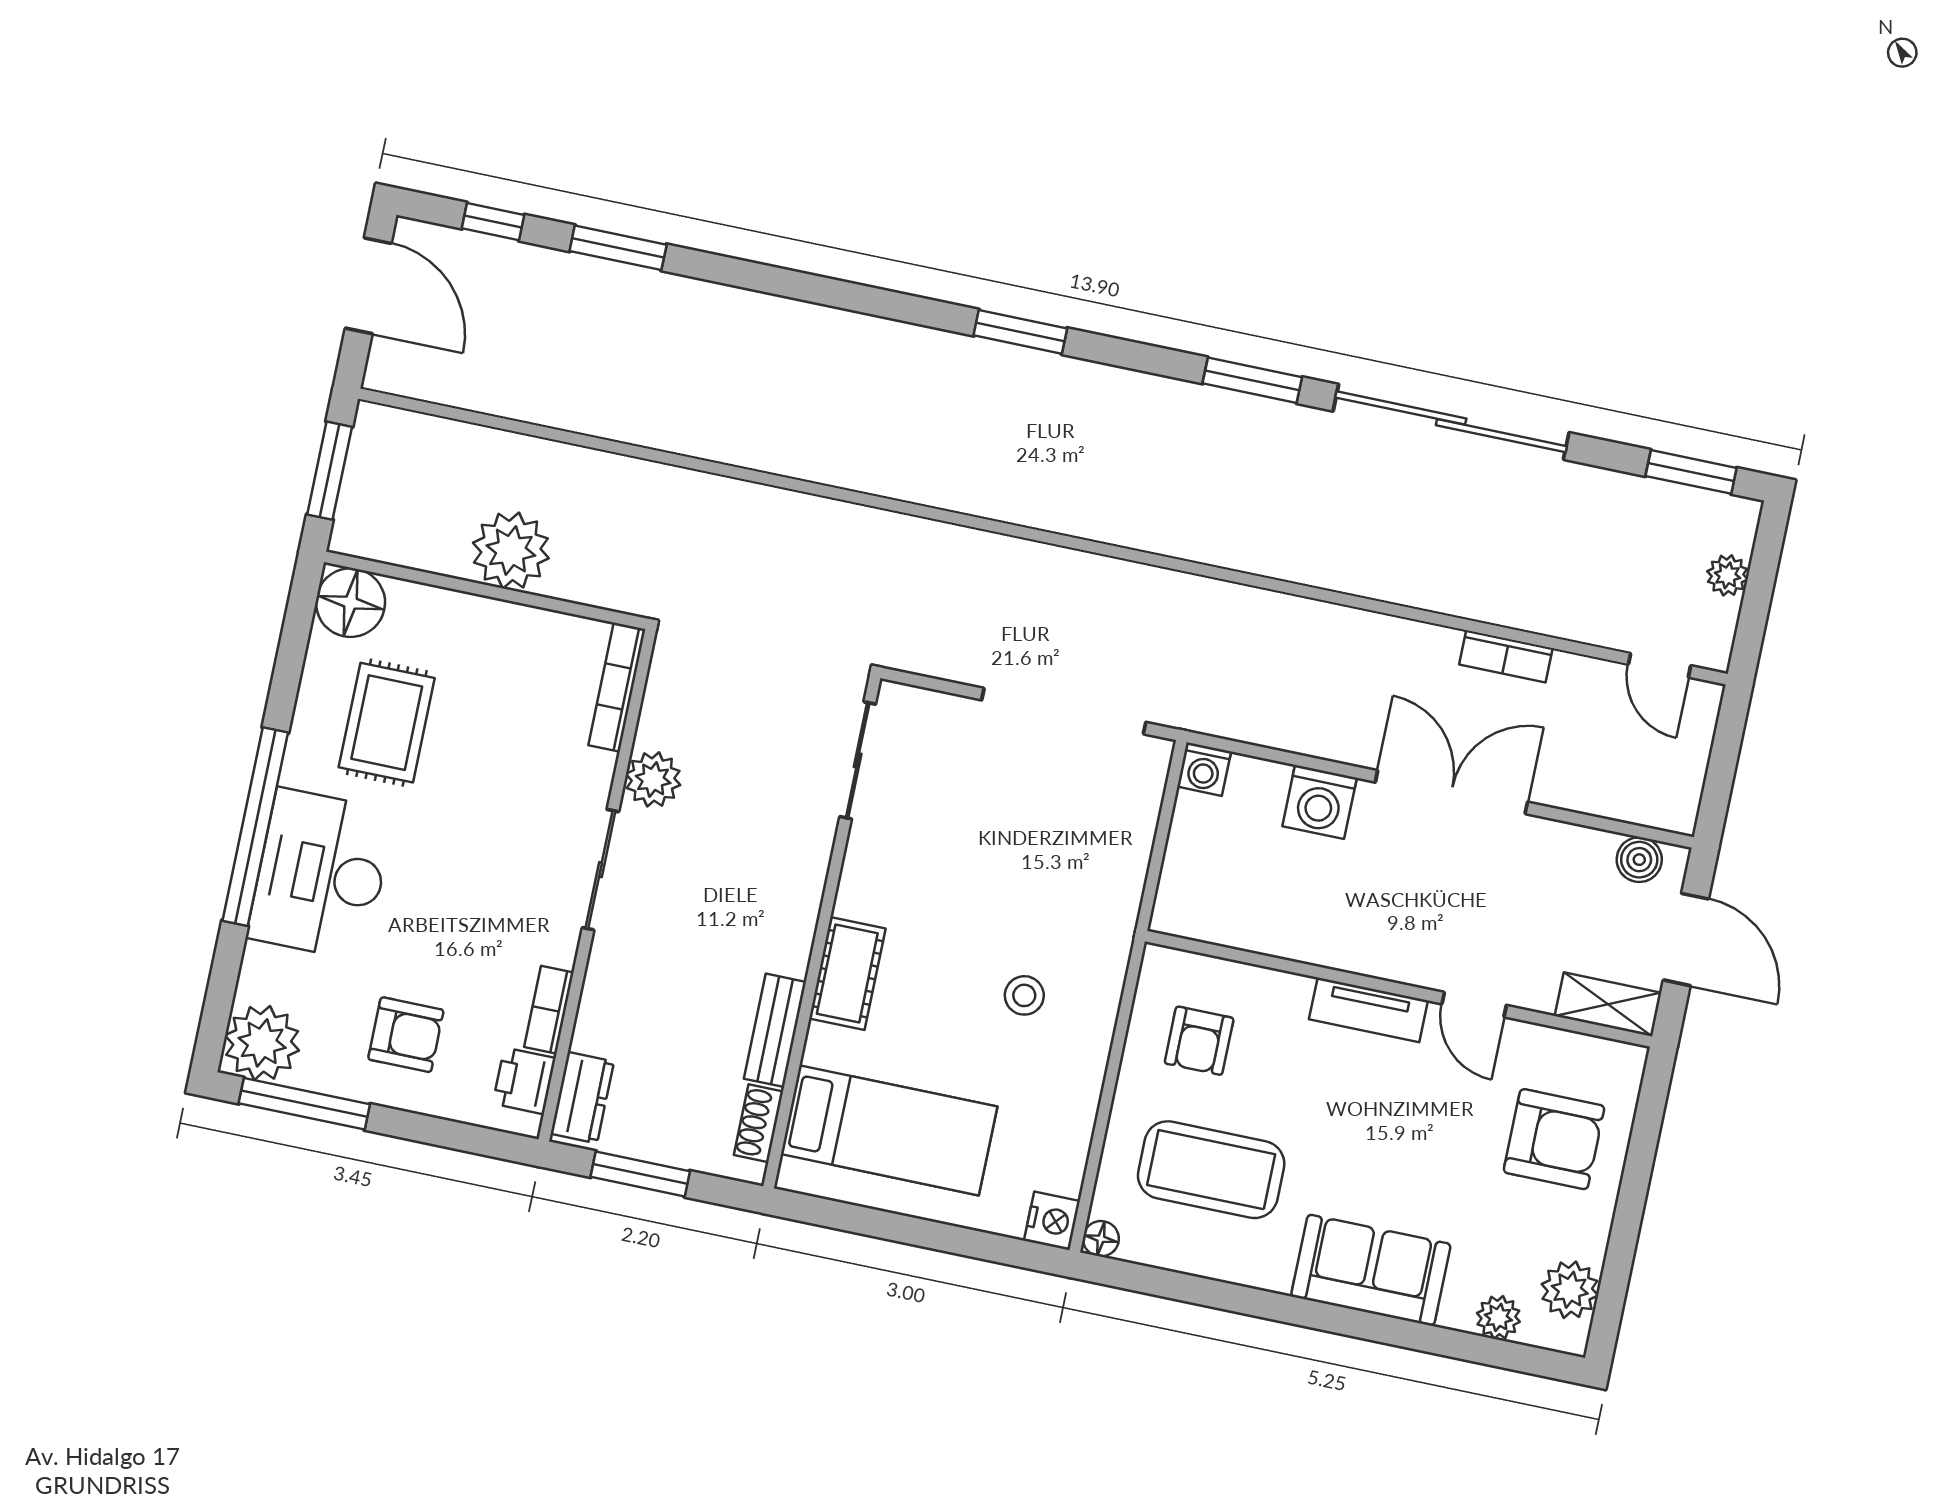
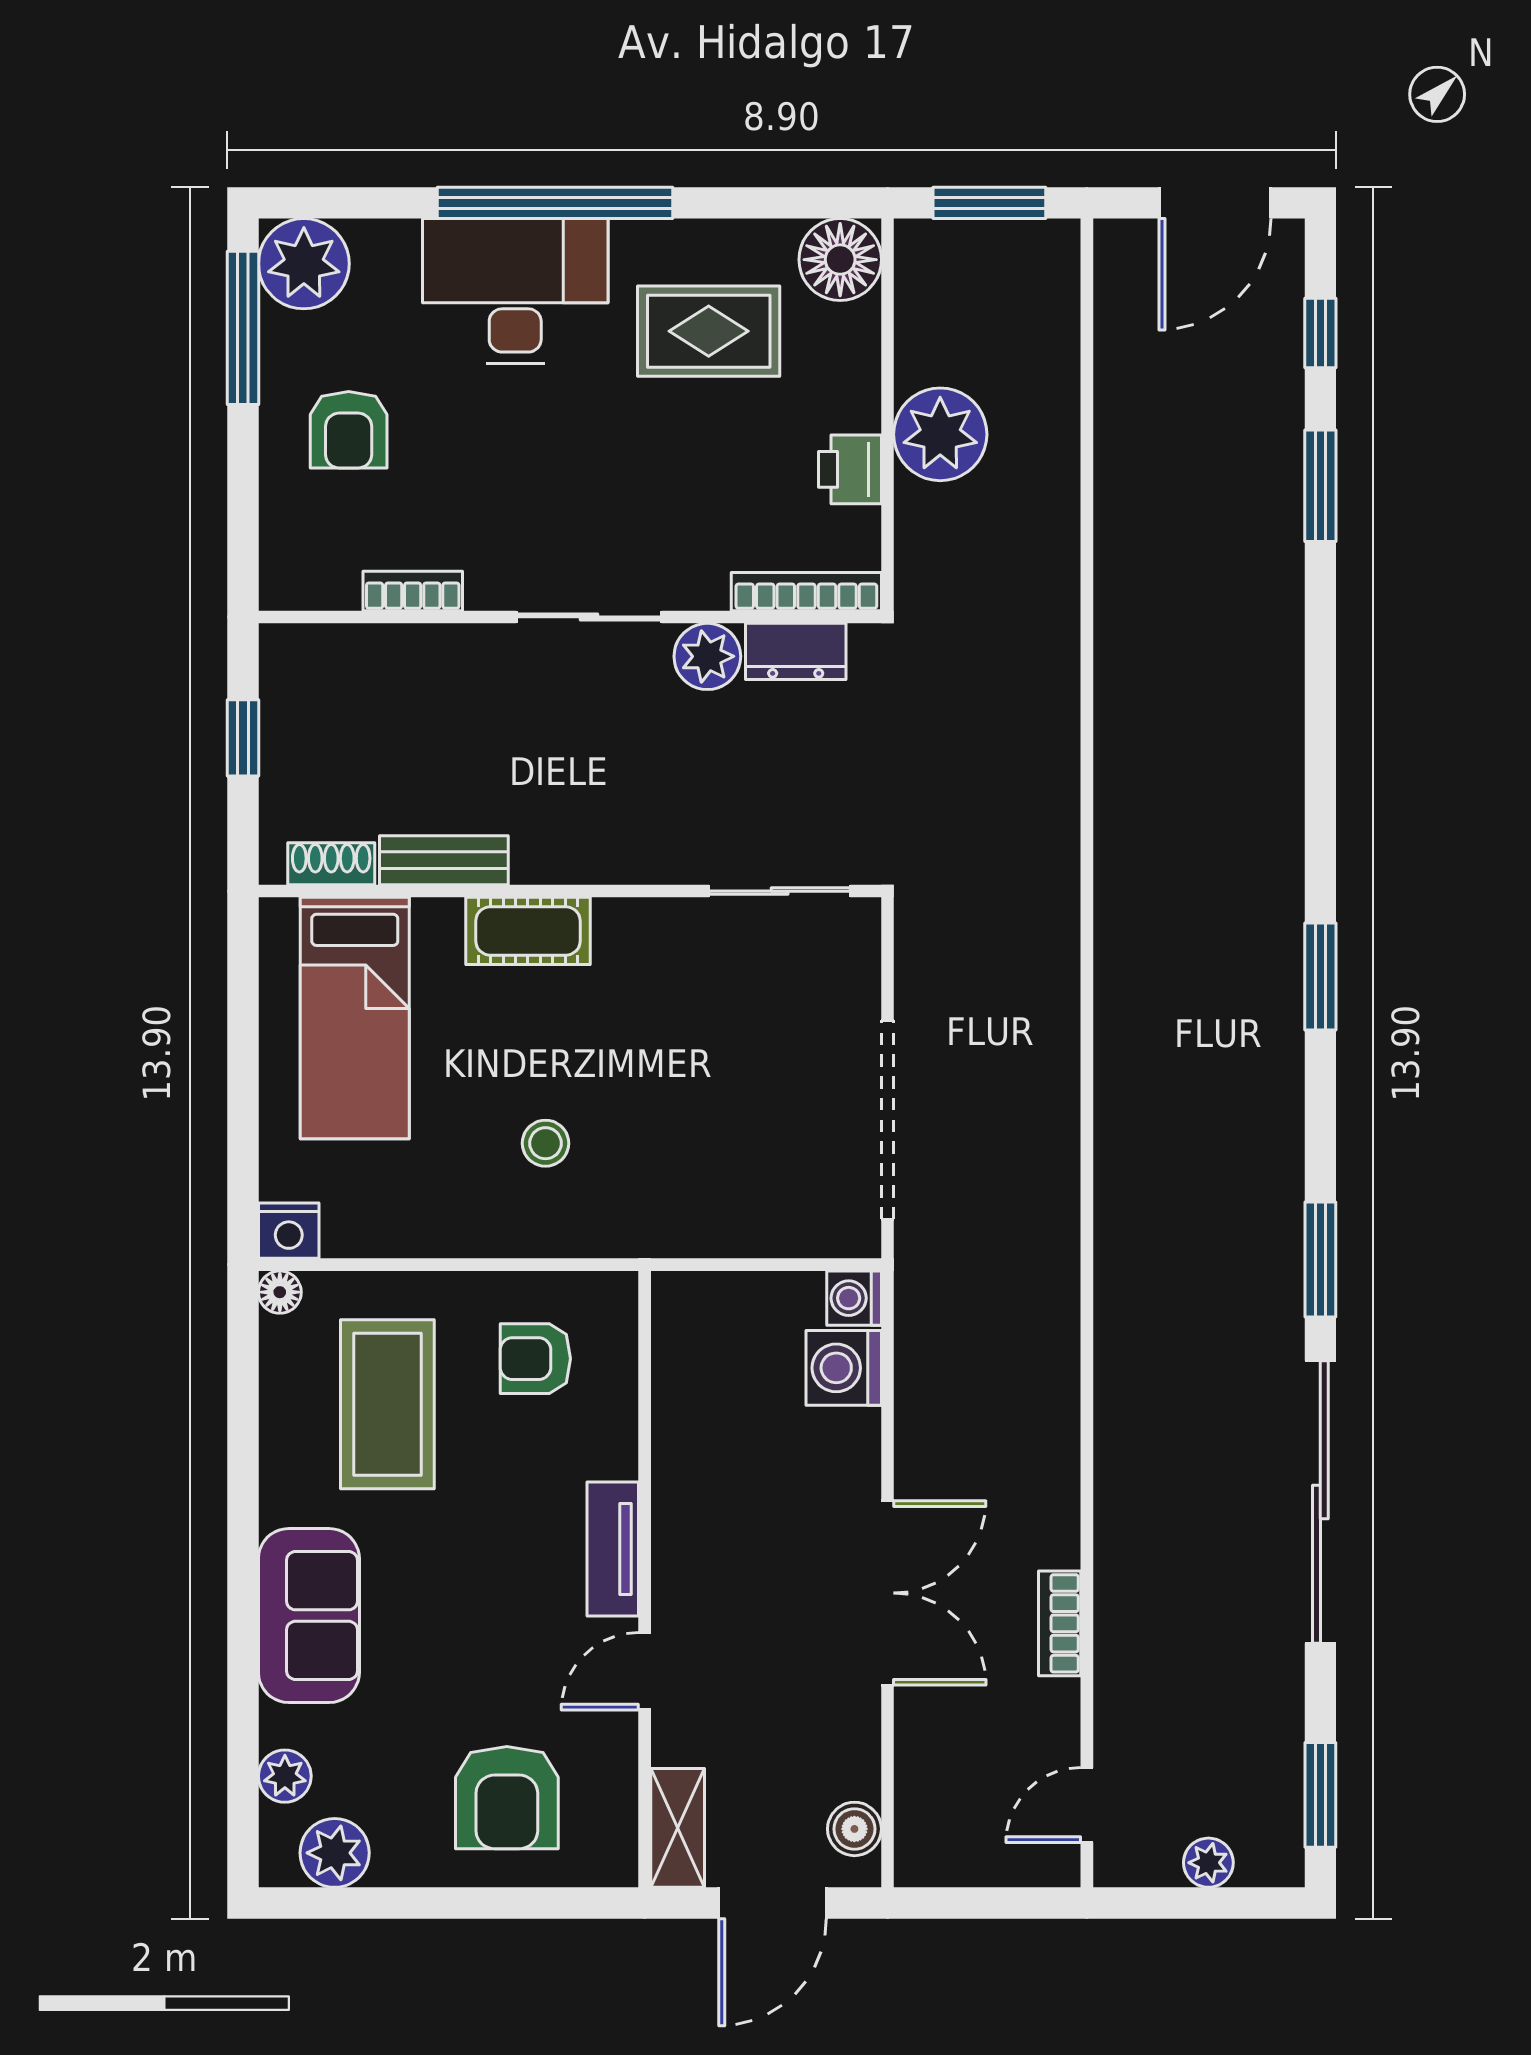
washing machine: (1320, 802) -> (844, 1368), moved
printer: (524, 1081) -> (850, 469), moved, turned -90
dresser: (582, 1098) -> (796, 651), moved
window: (640, 1174) -> (243, 738), width x0.67

